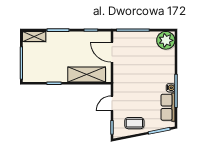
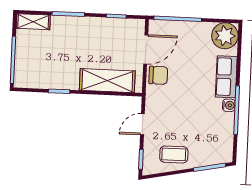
door: (112, 52) -> (146, 49), swing flipped
chair: (121, 69) -> (158, 75), added
row of seats: (168, 107) -> (226, 77), moved

